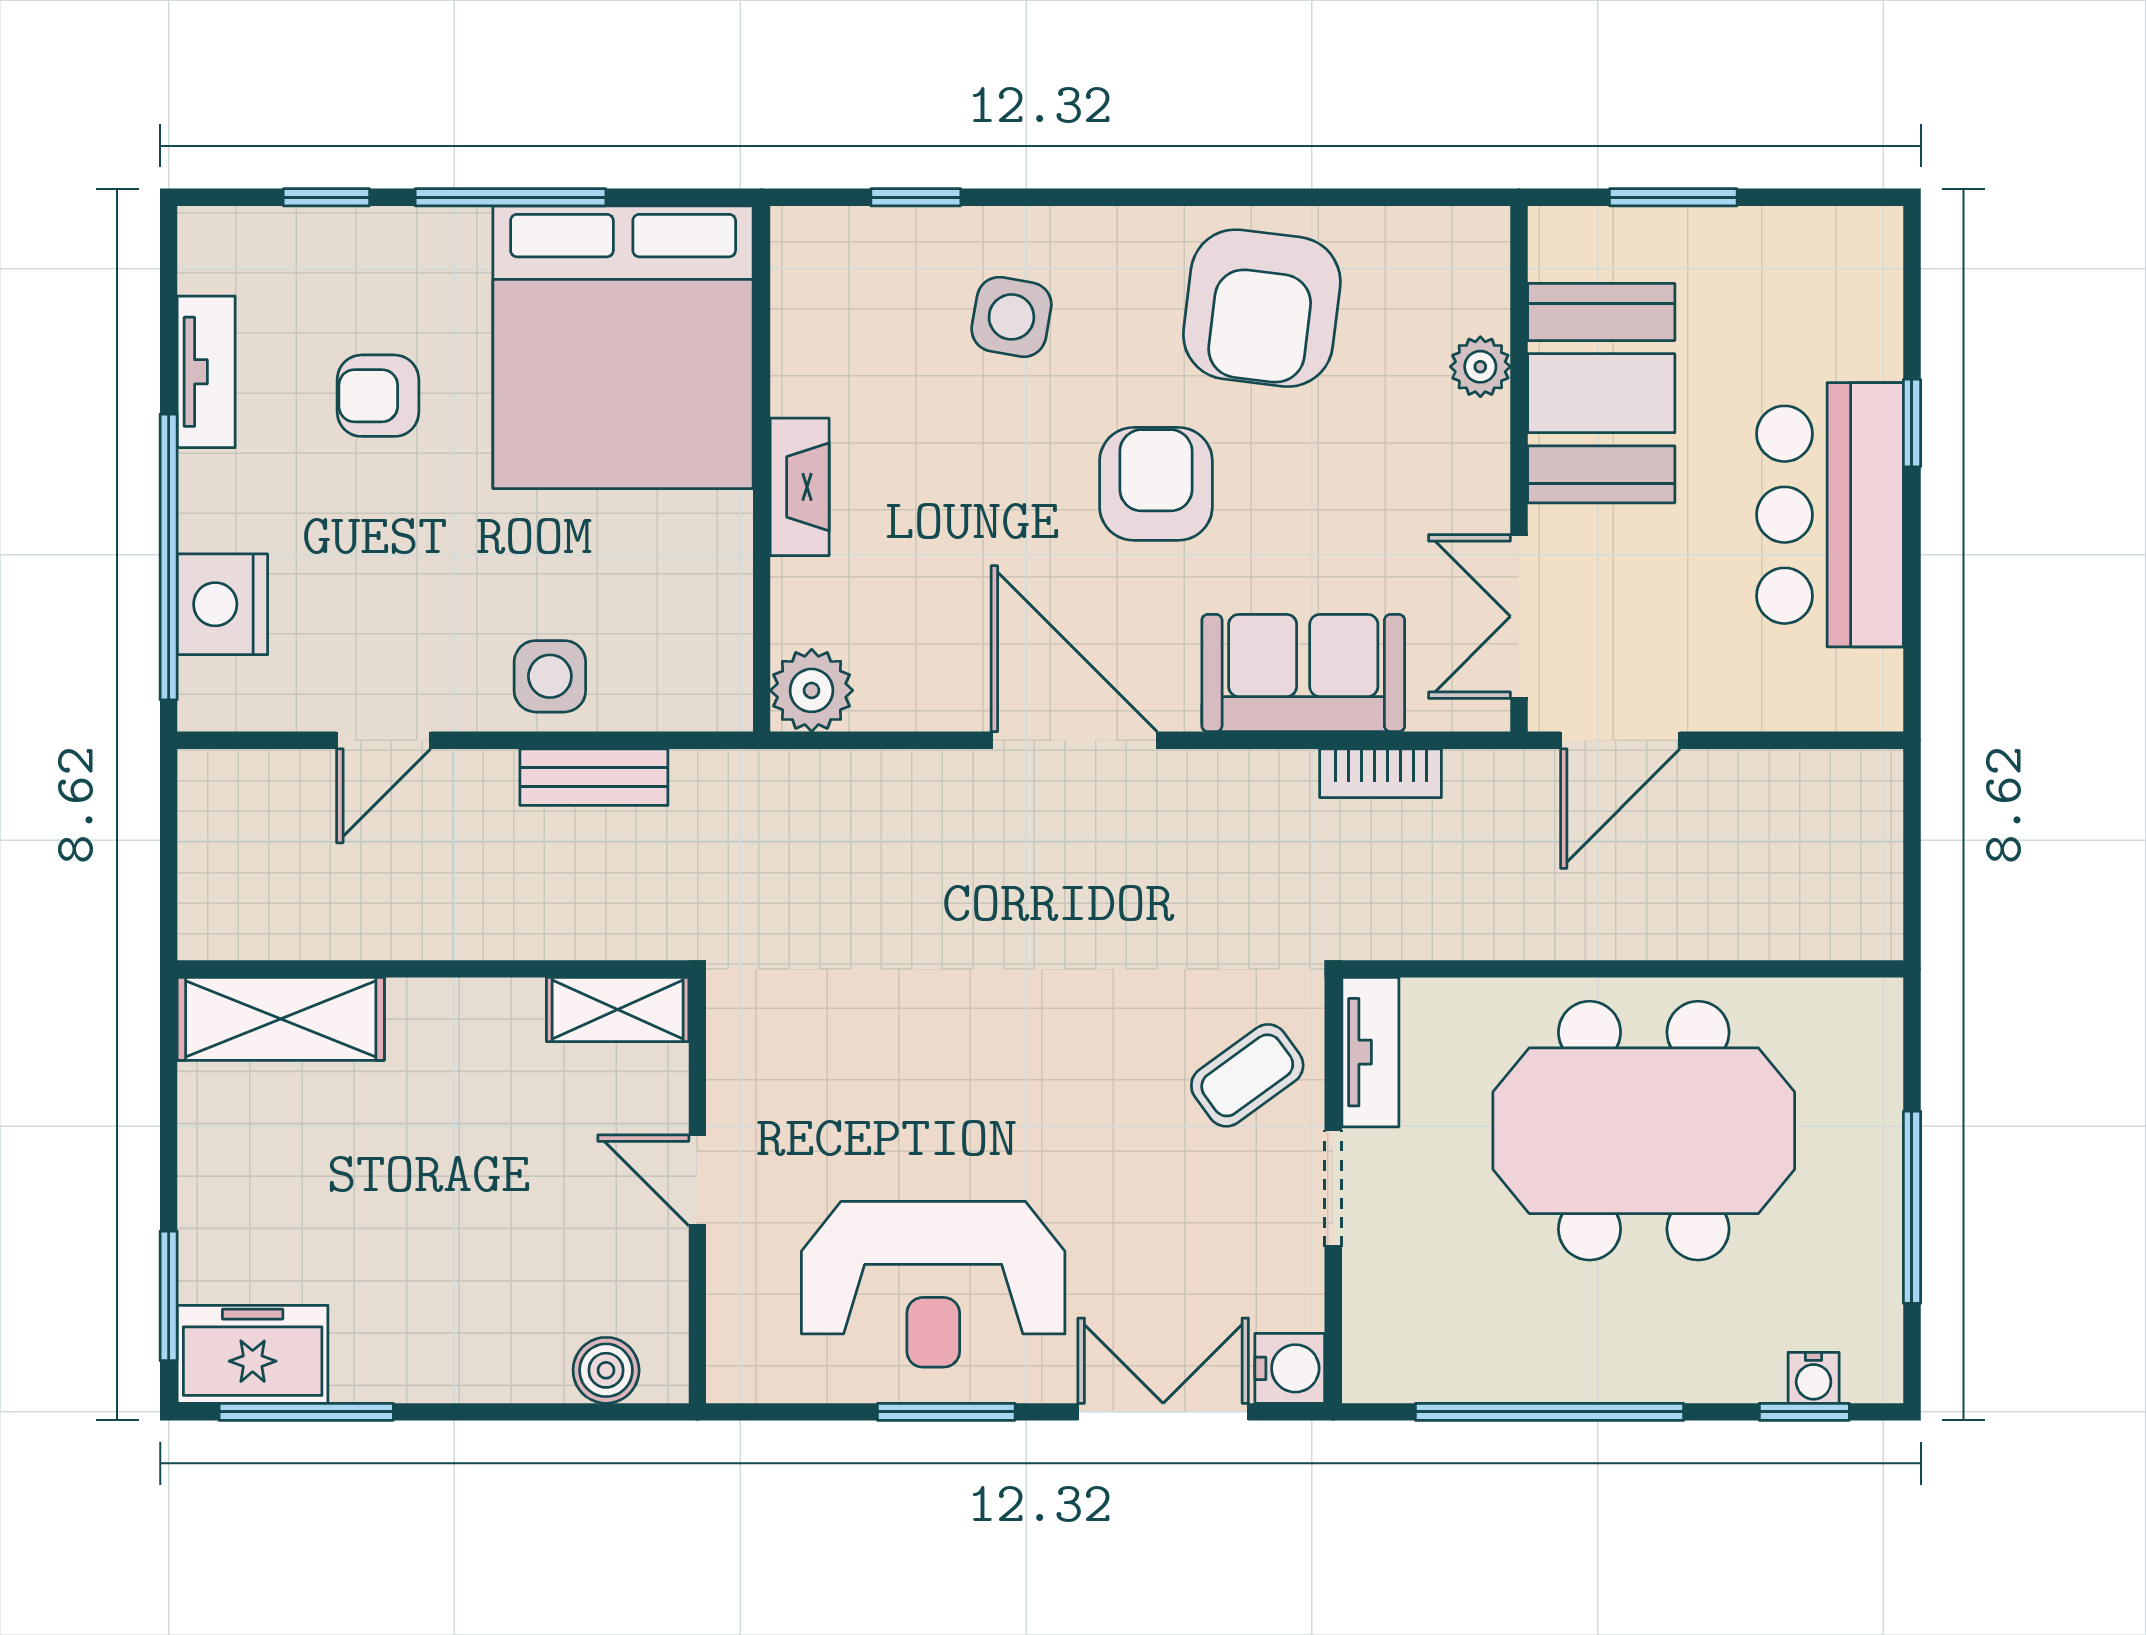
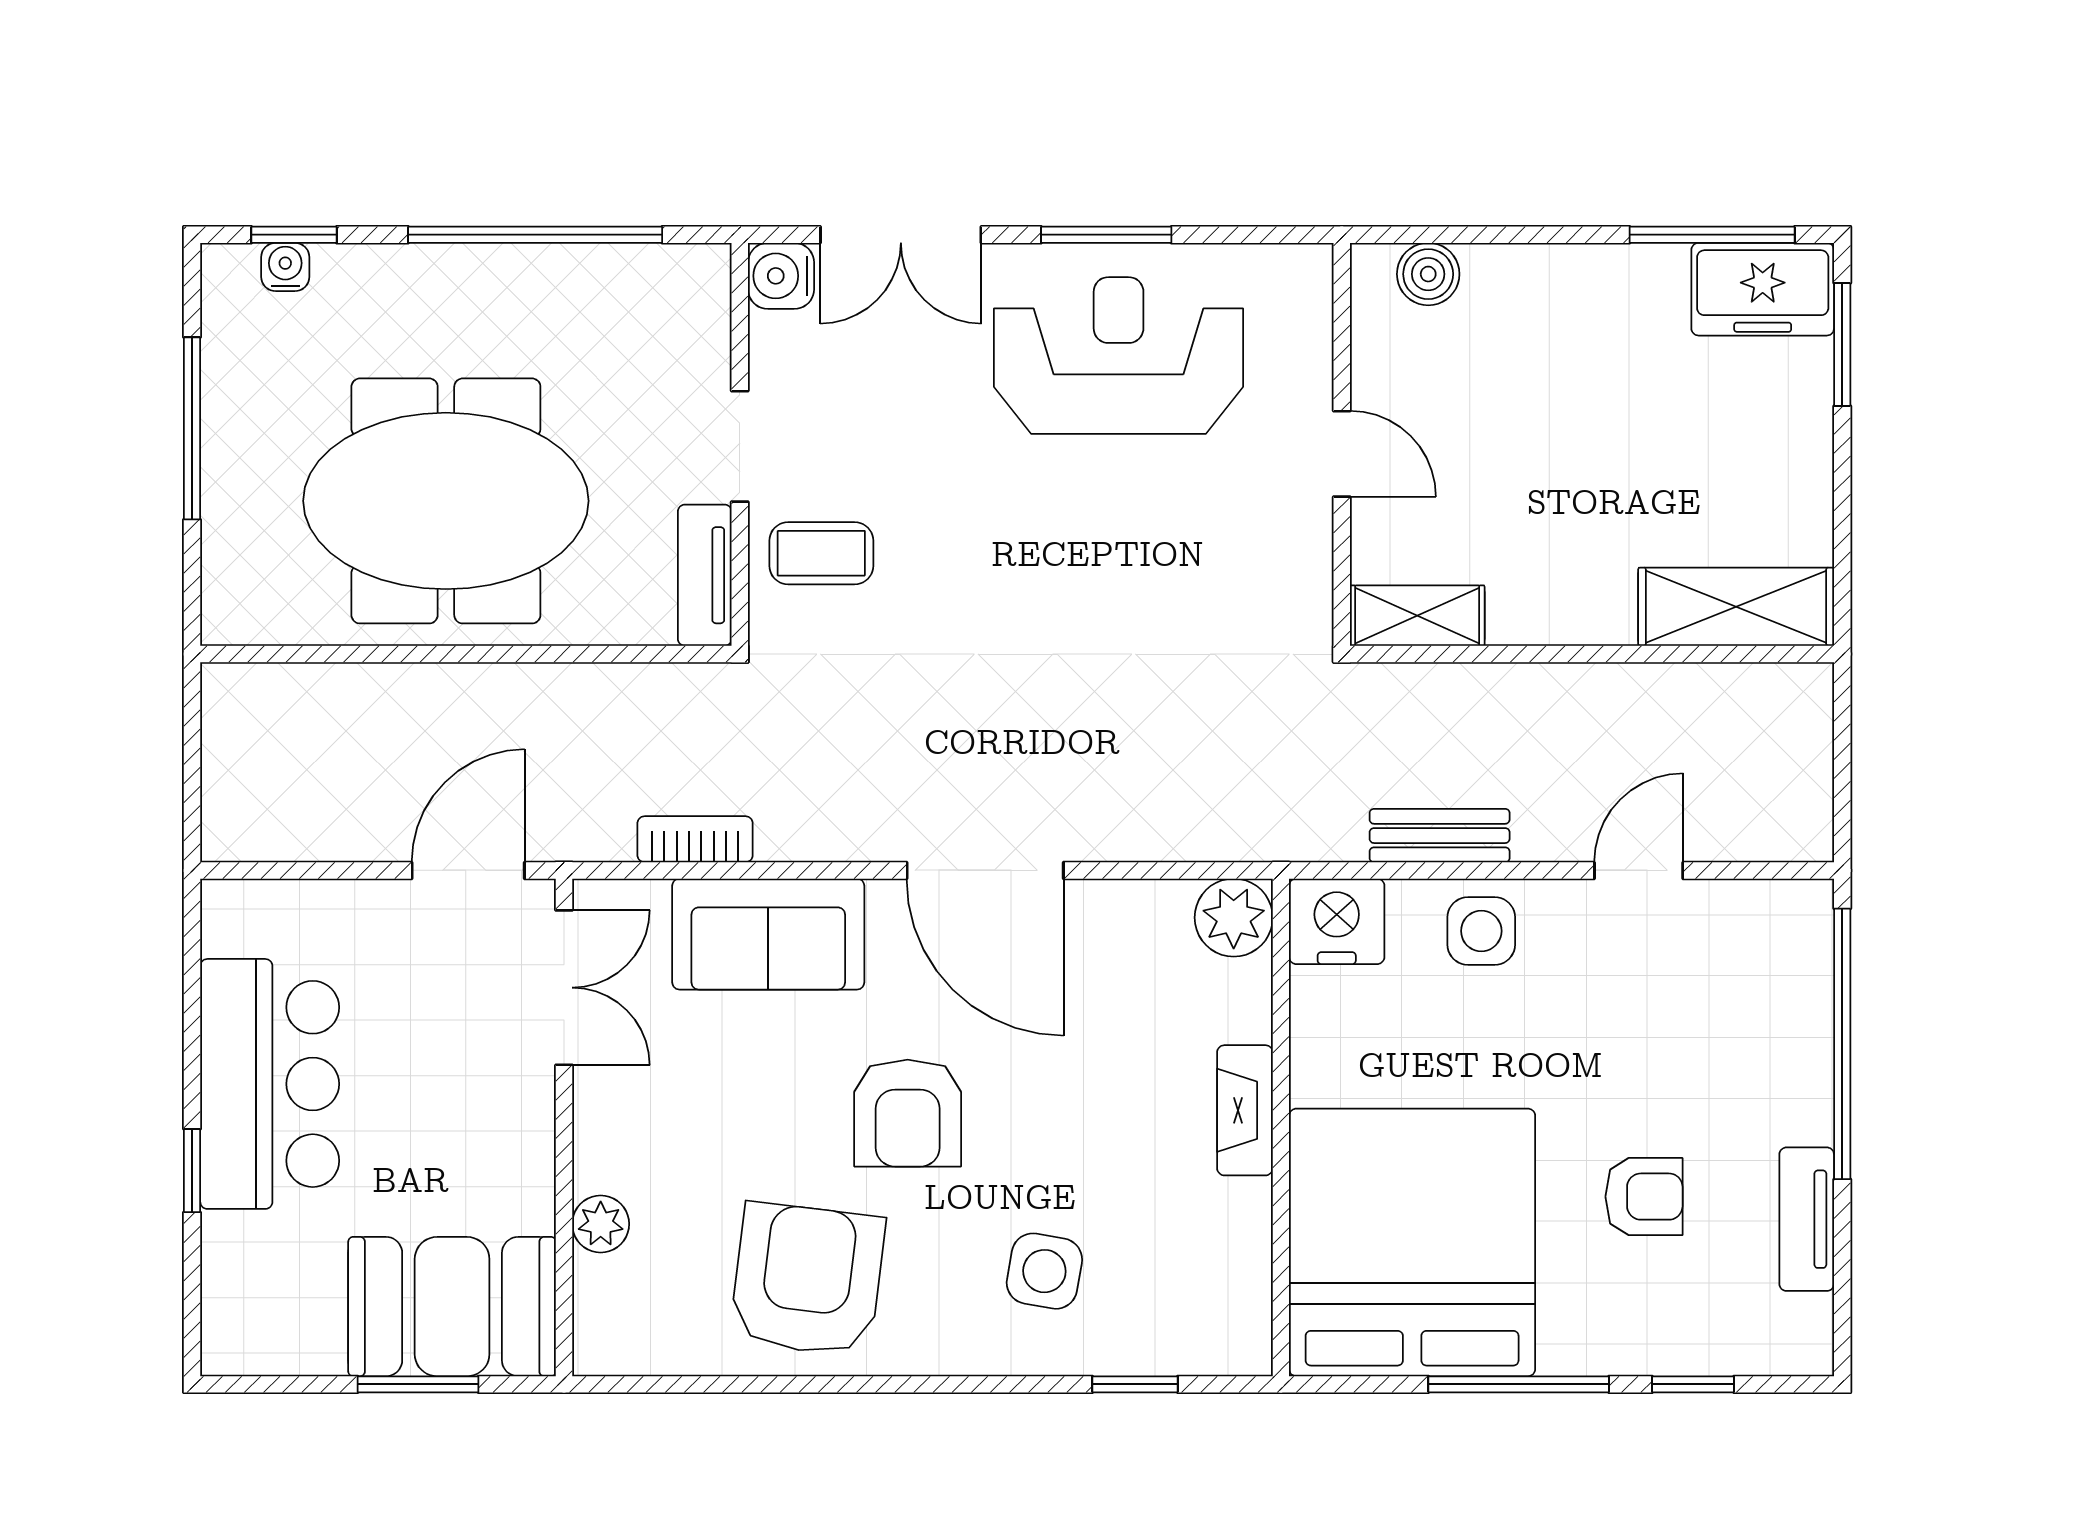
booth: (1601, 393) -> (452, 1307), moved, turned 90
nightstand: (222, 604) -> (1337, 921), moved, turned -90
coffee table: (1247, 1075) -> (821, 553), turned 36

